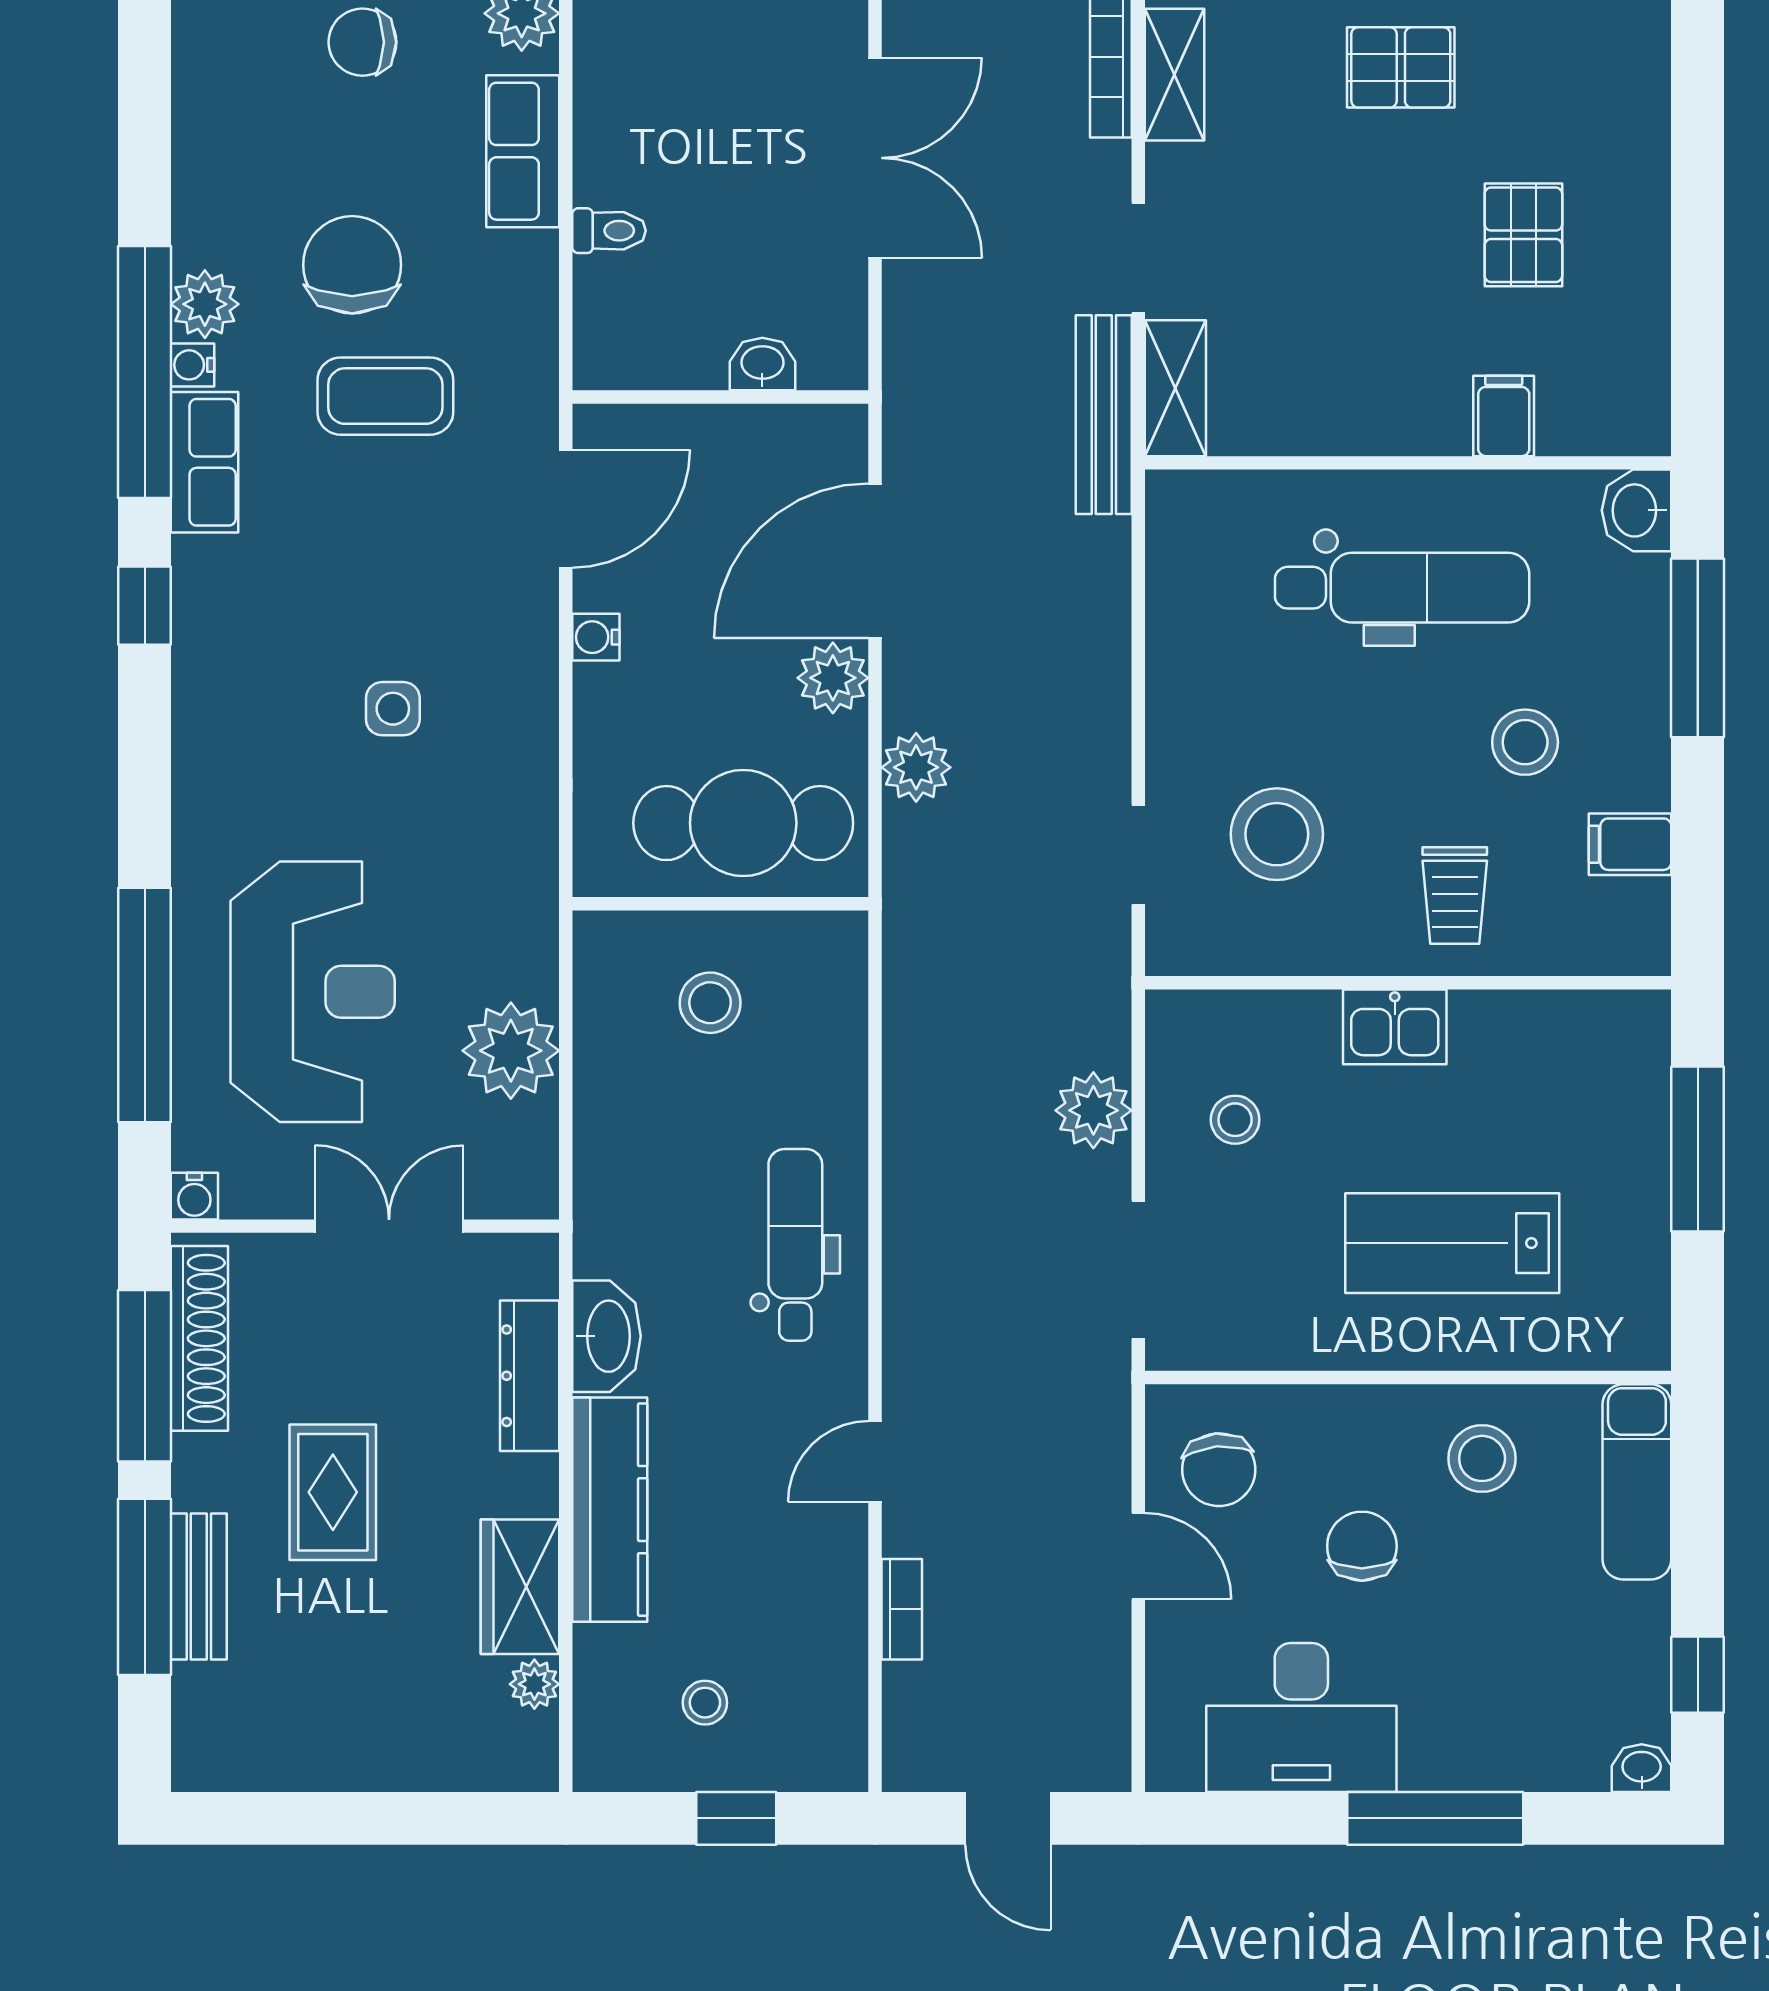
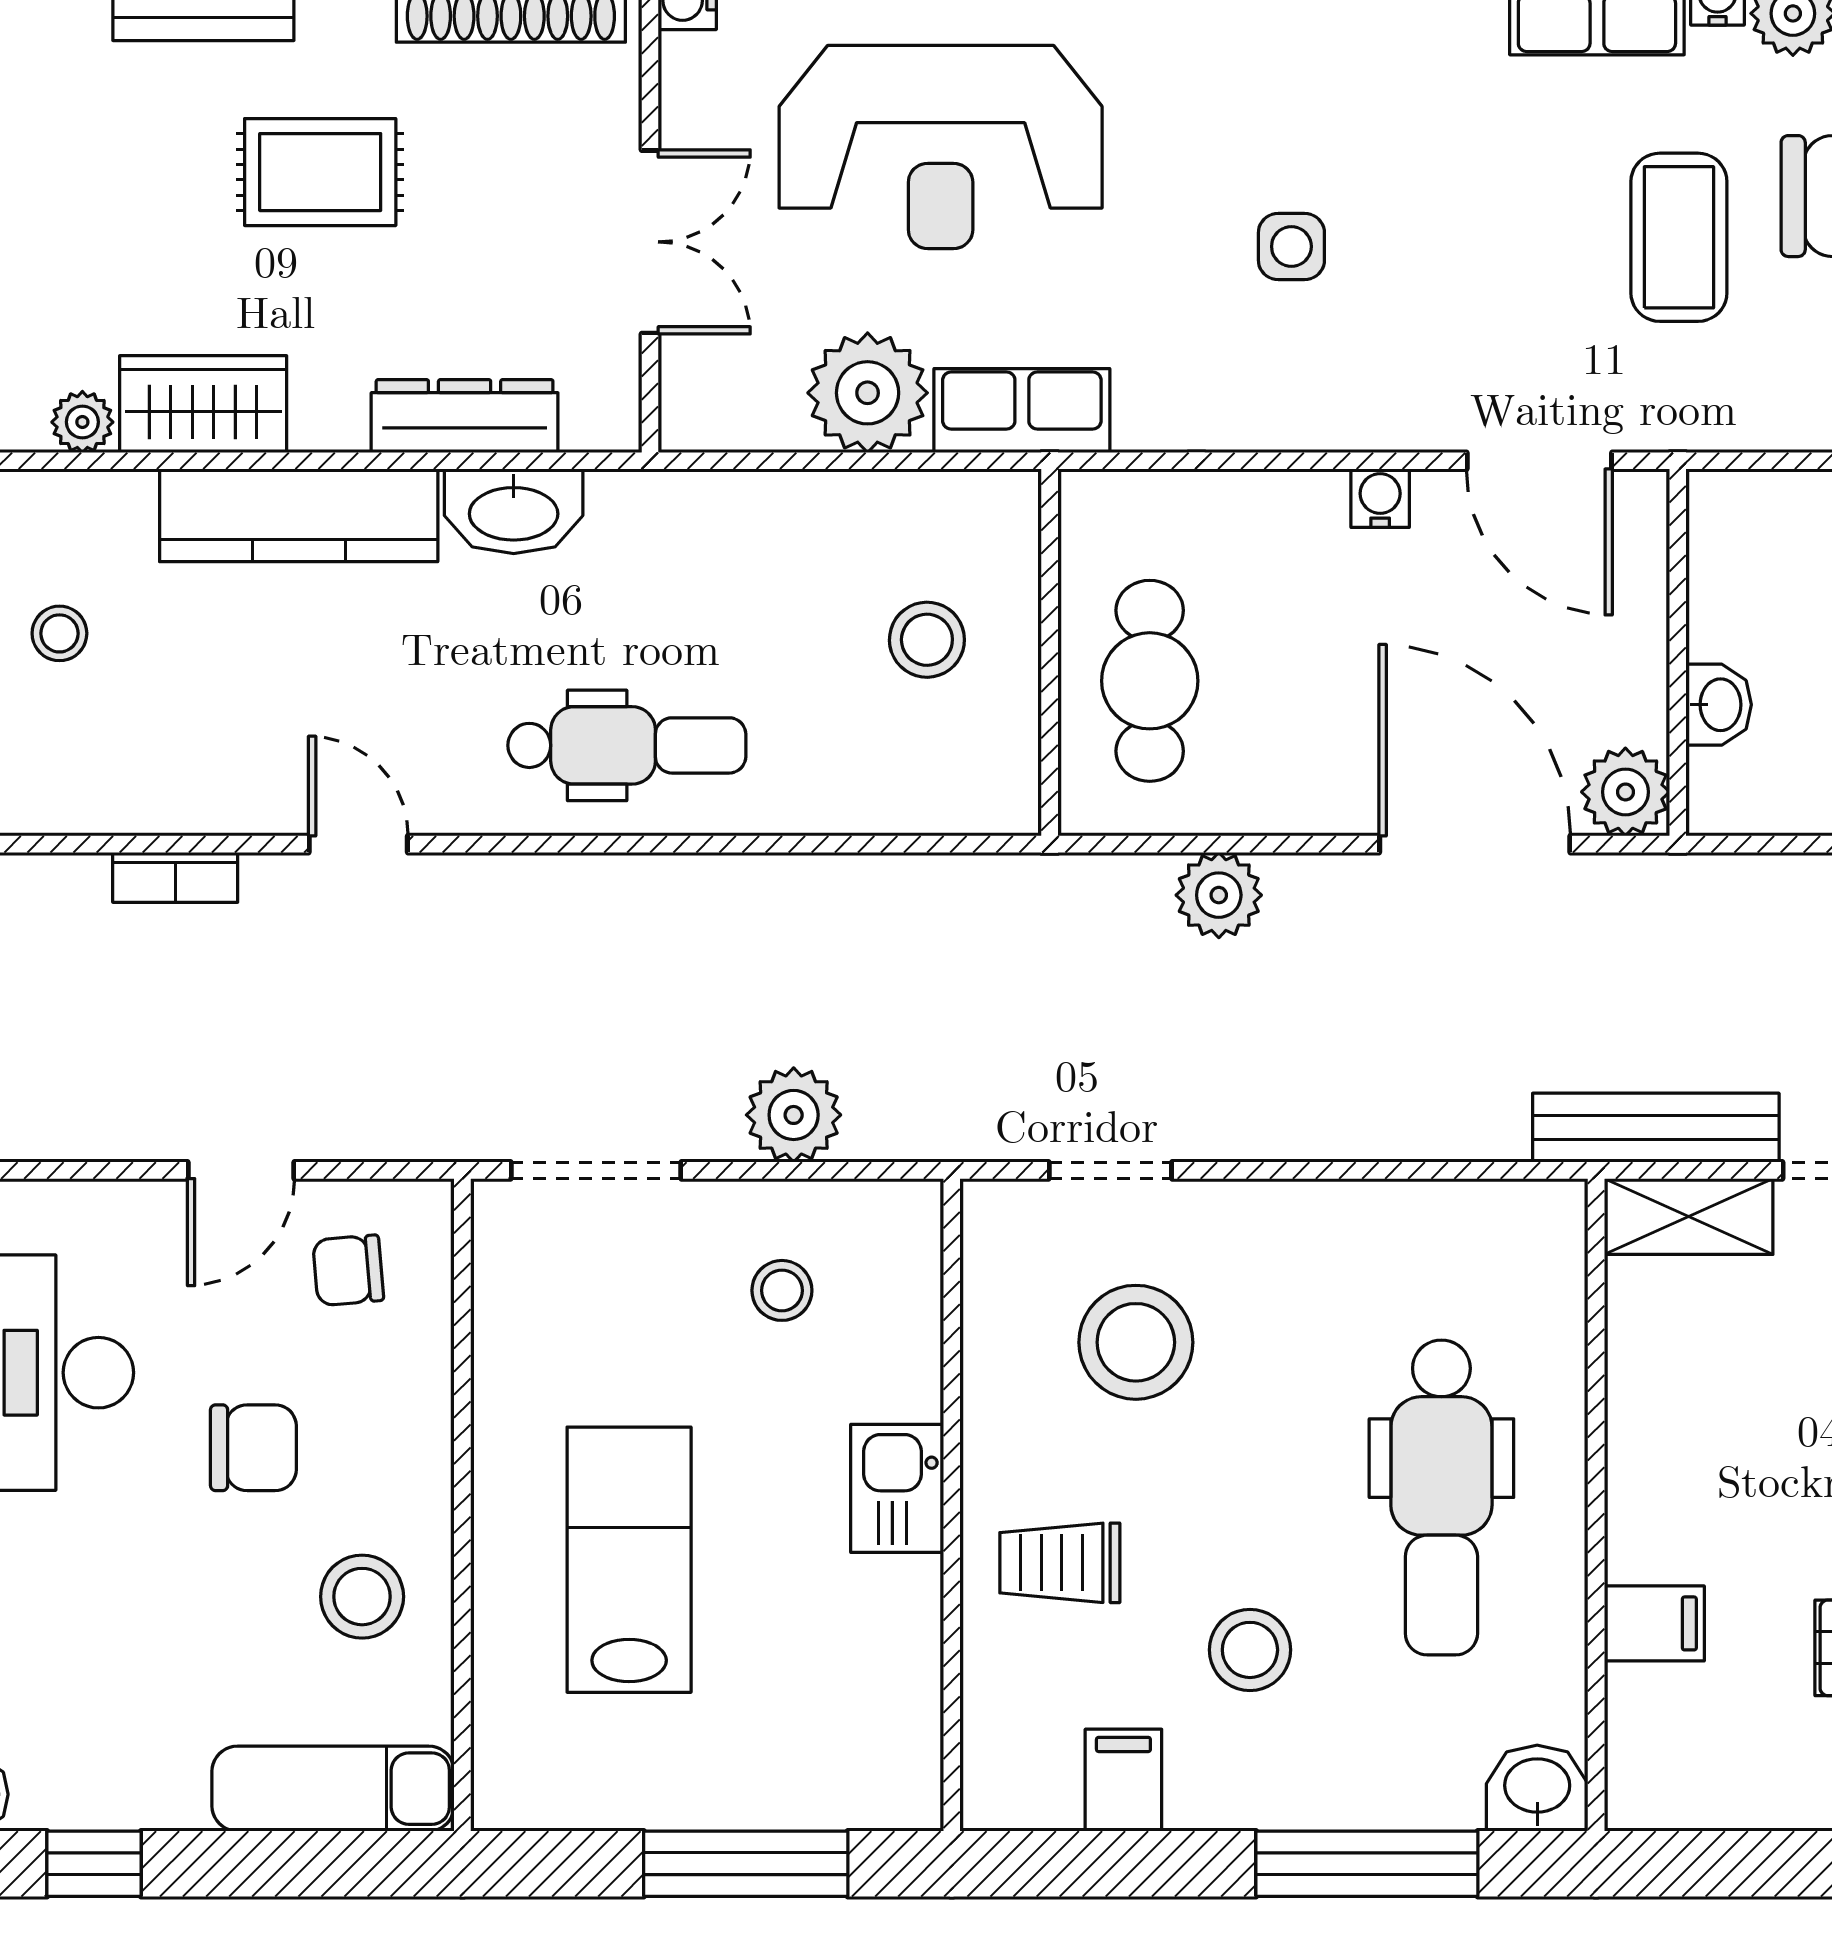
plant: (833, 678) -> (1625, 792), moved
cafe table: (743, 823) -> (1150, 681), width x0.73, depth x0.74
row of seats: (525, 926) -> (1022, 411), added
chair: (1219, 1470) -> (348, 1270), width x0.73, depth x0.73

